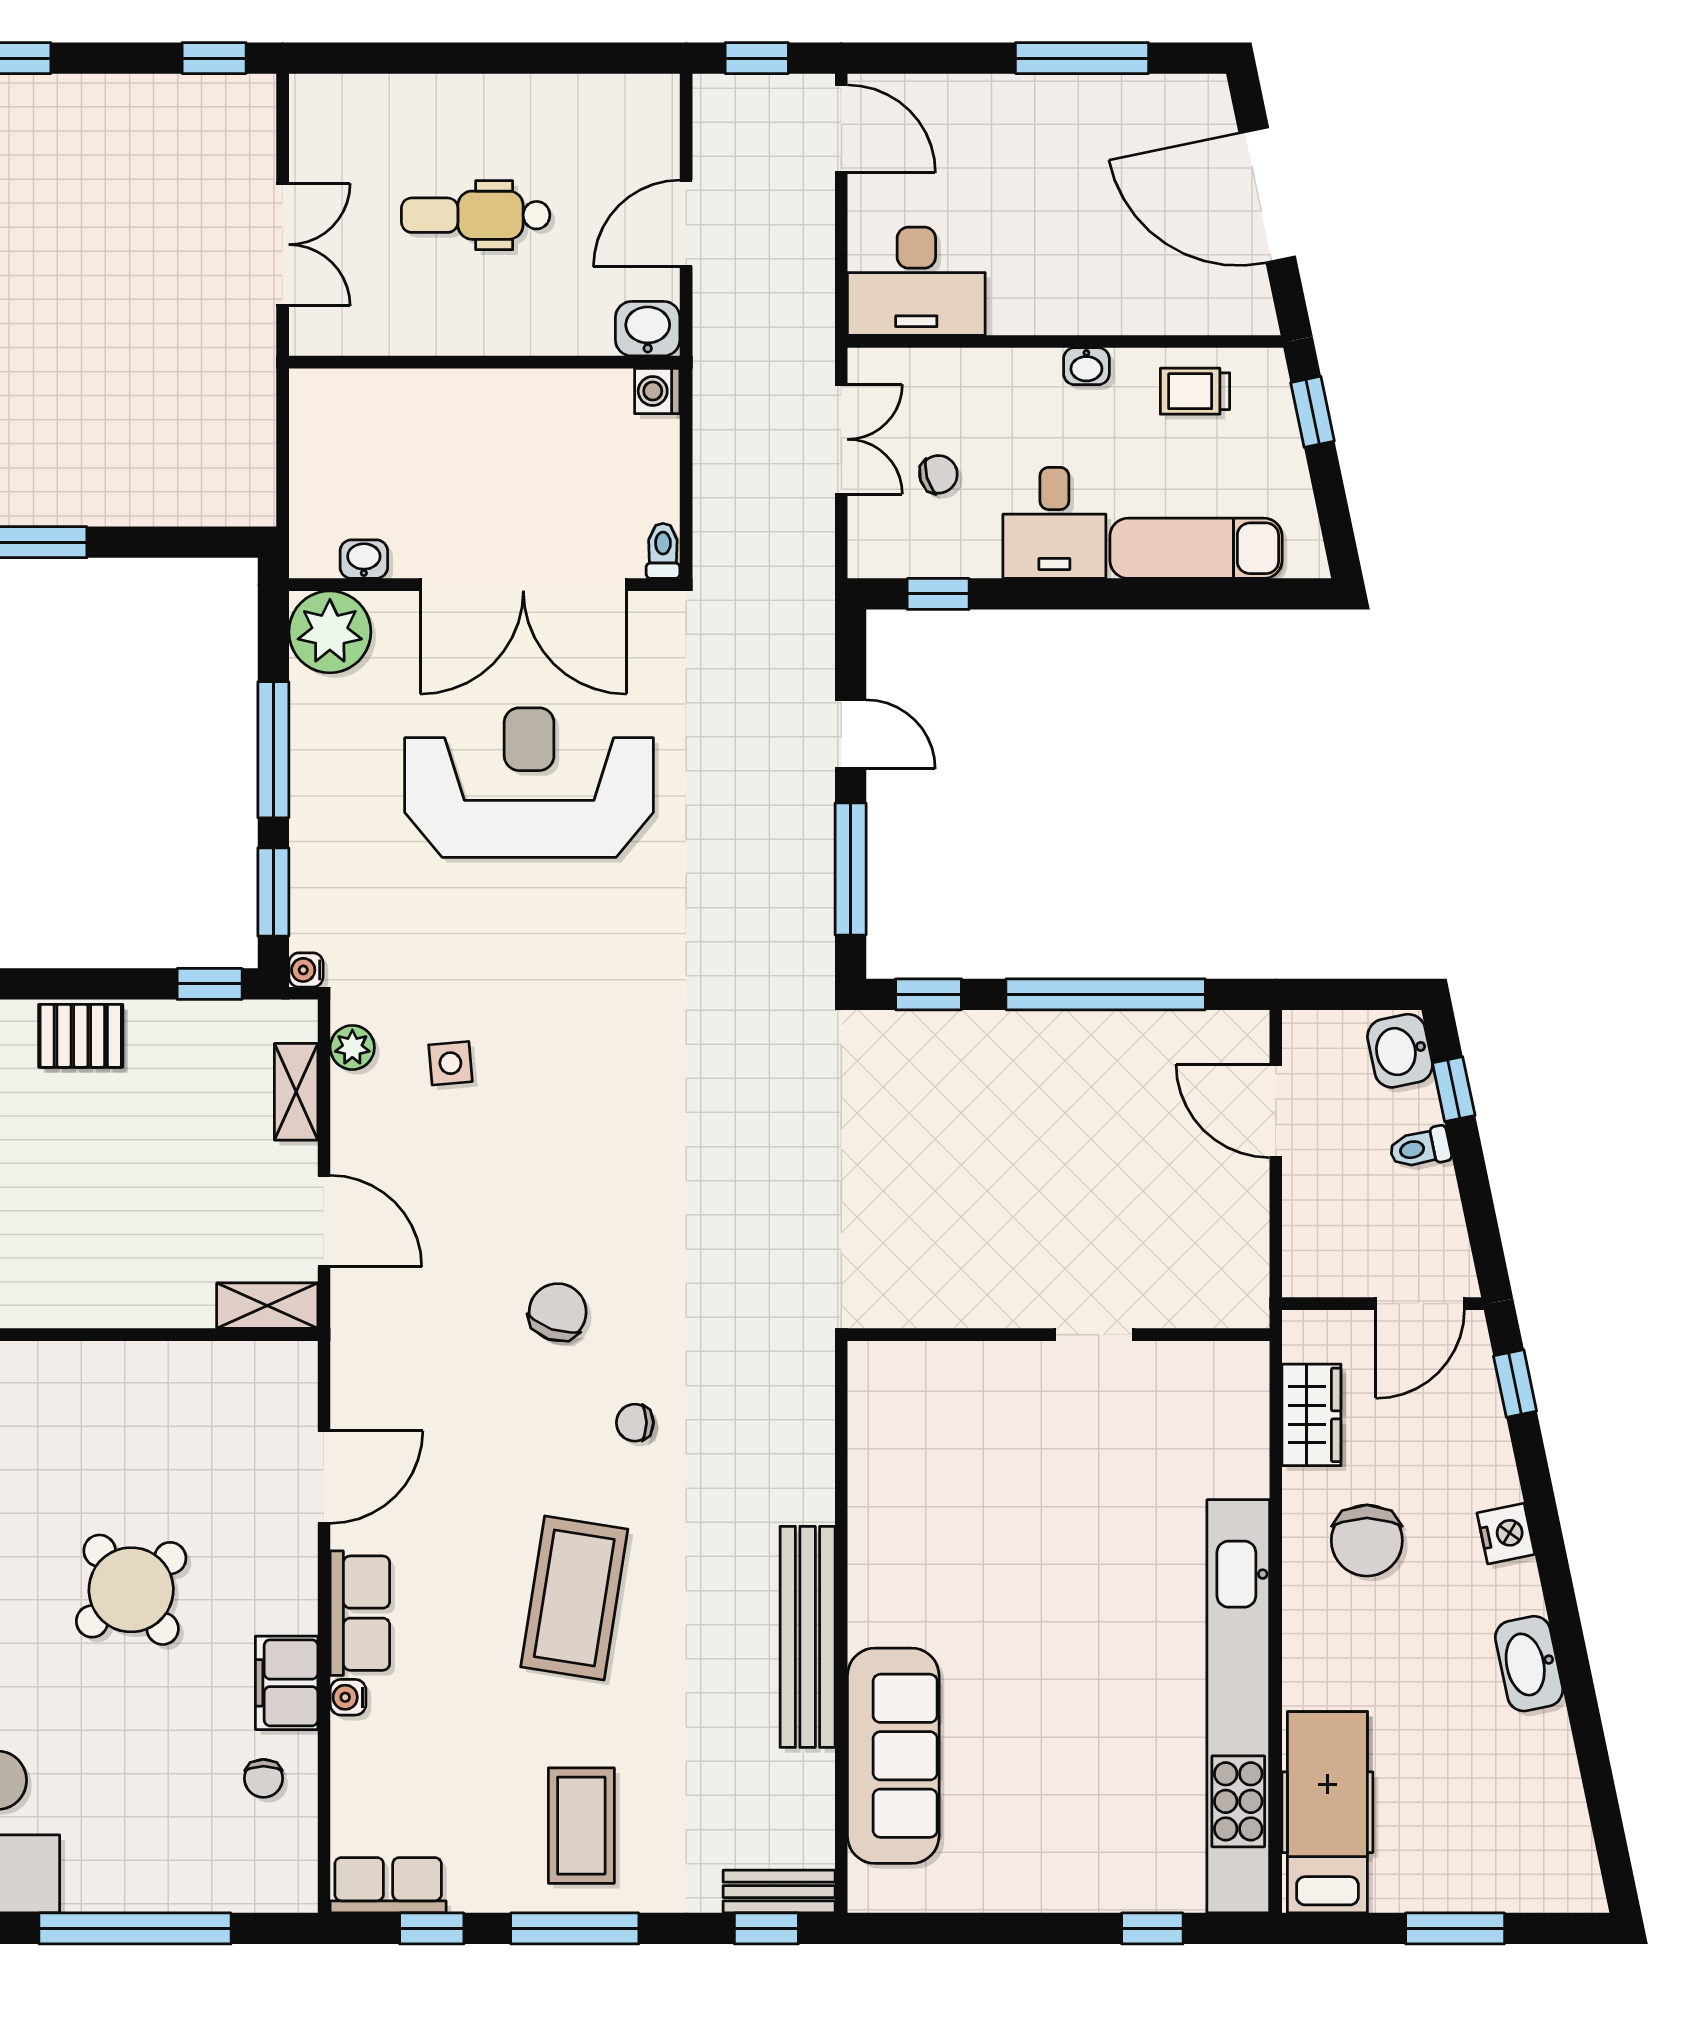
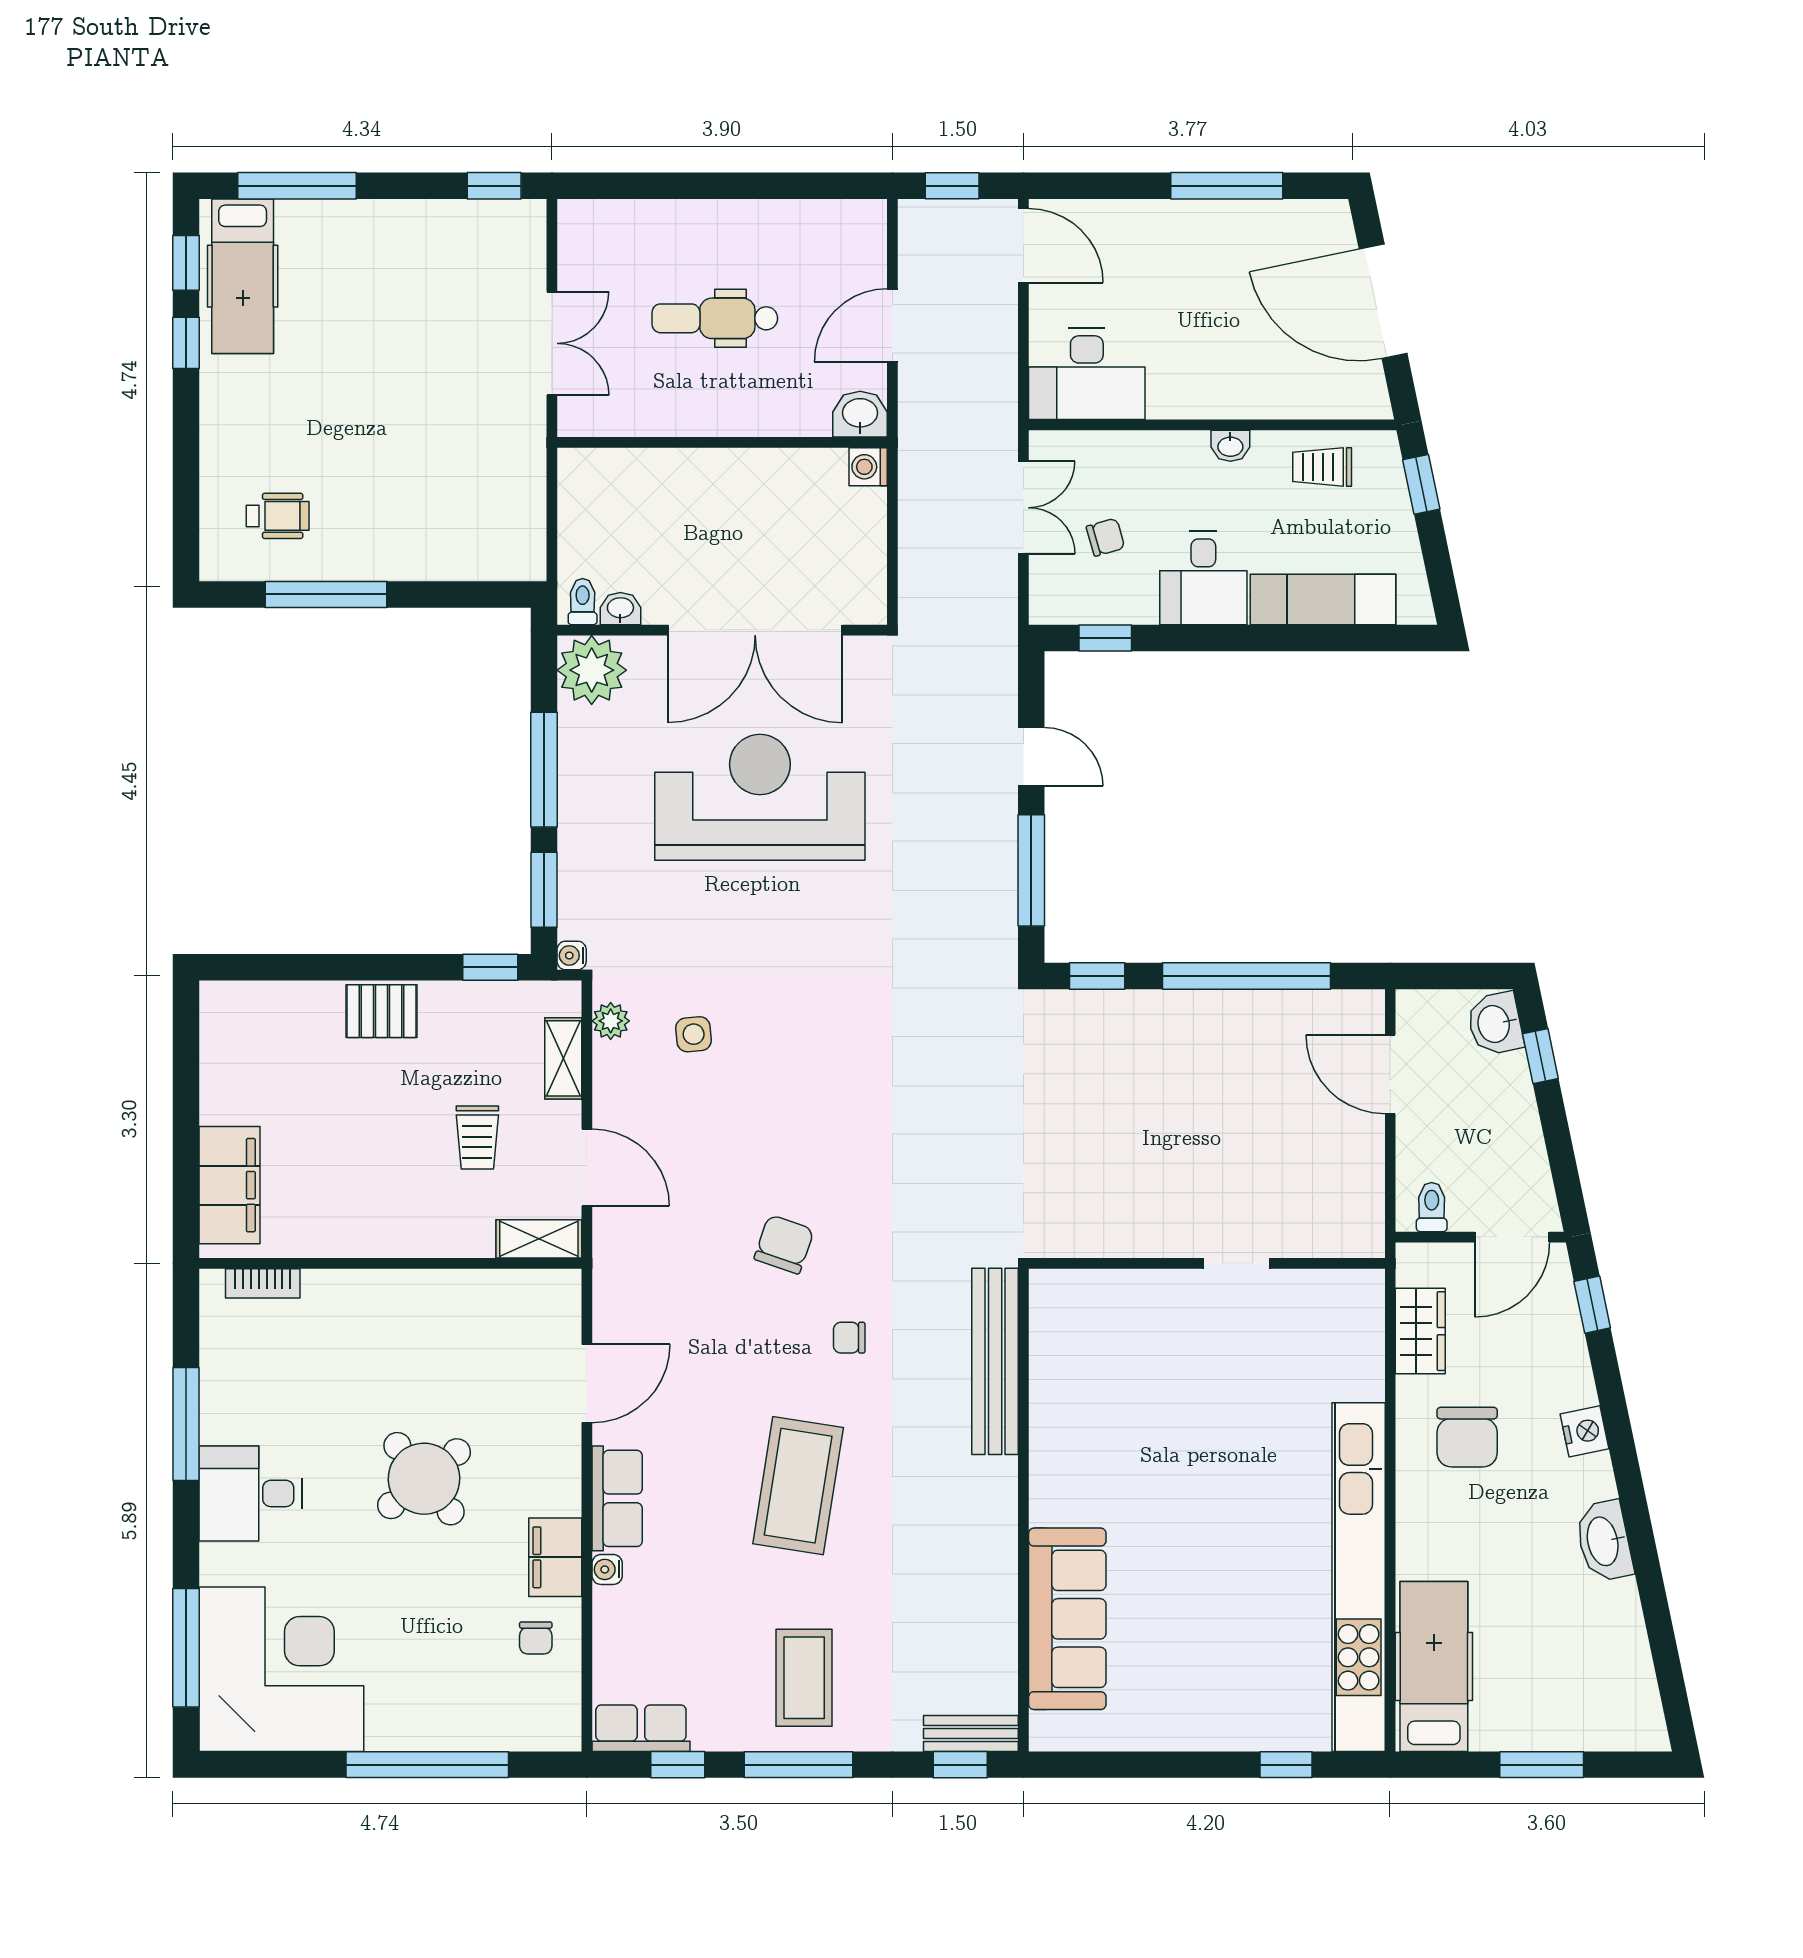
toilet: (663, 551) -> (583, 602), moved
toilet: (1420, 1148) -> (1432, 1207), moved, turned 102
trolley: (194, 1186) -> (477, 1138), added
bench: (808, 1637) -> (995, 1361), moved

